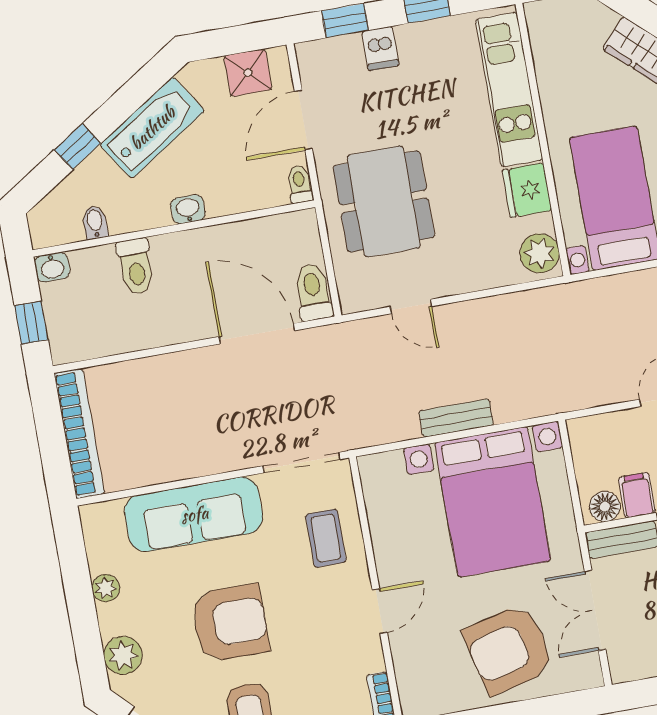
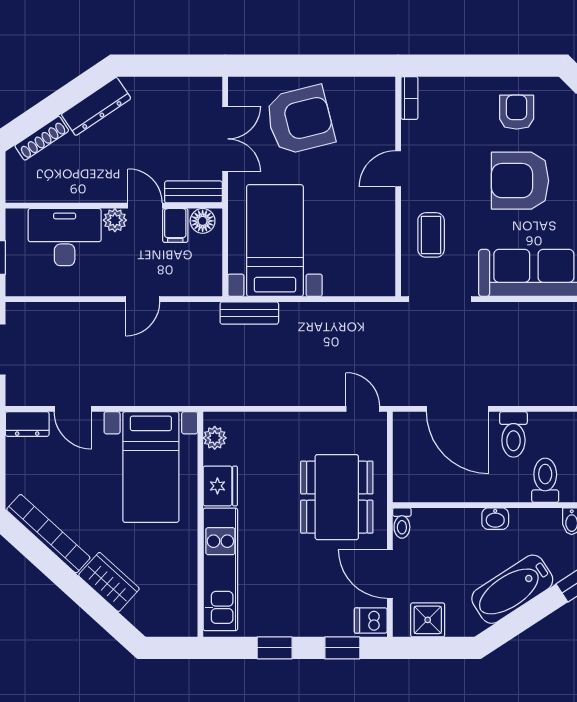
dishwasher: (380, 48) -> (371, 620), moved, turned -90
door: (303, 120) -> (390, 574), swing flipped
plant: (540, 253) -> (215, 438), width x0.73, depth x0.73
toilet: (313, 292) -> (513, 434), moved
door: (411, 306) -> (363, 409), moved
bench: (456, 418) -> (249, 313), moved
bed with nightstands: (493, 502) -> (275, 241), width x0.73

